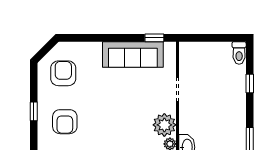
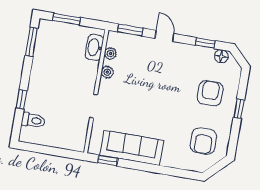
toilet: (239, 53) -> (33, 120), moved, turned 90
plant: (164, 125) -> (107, 72), width x0.53, depth x0.53

